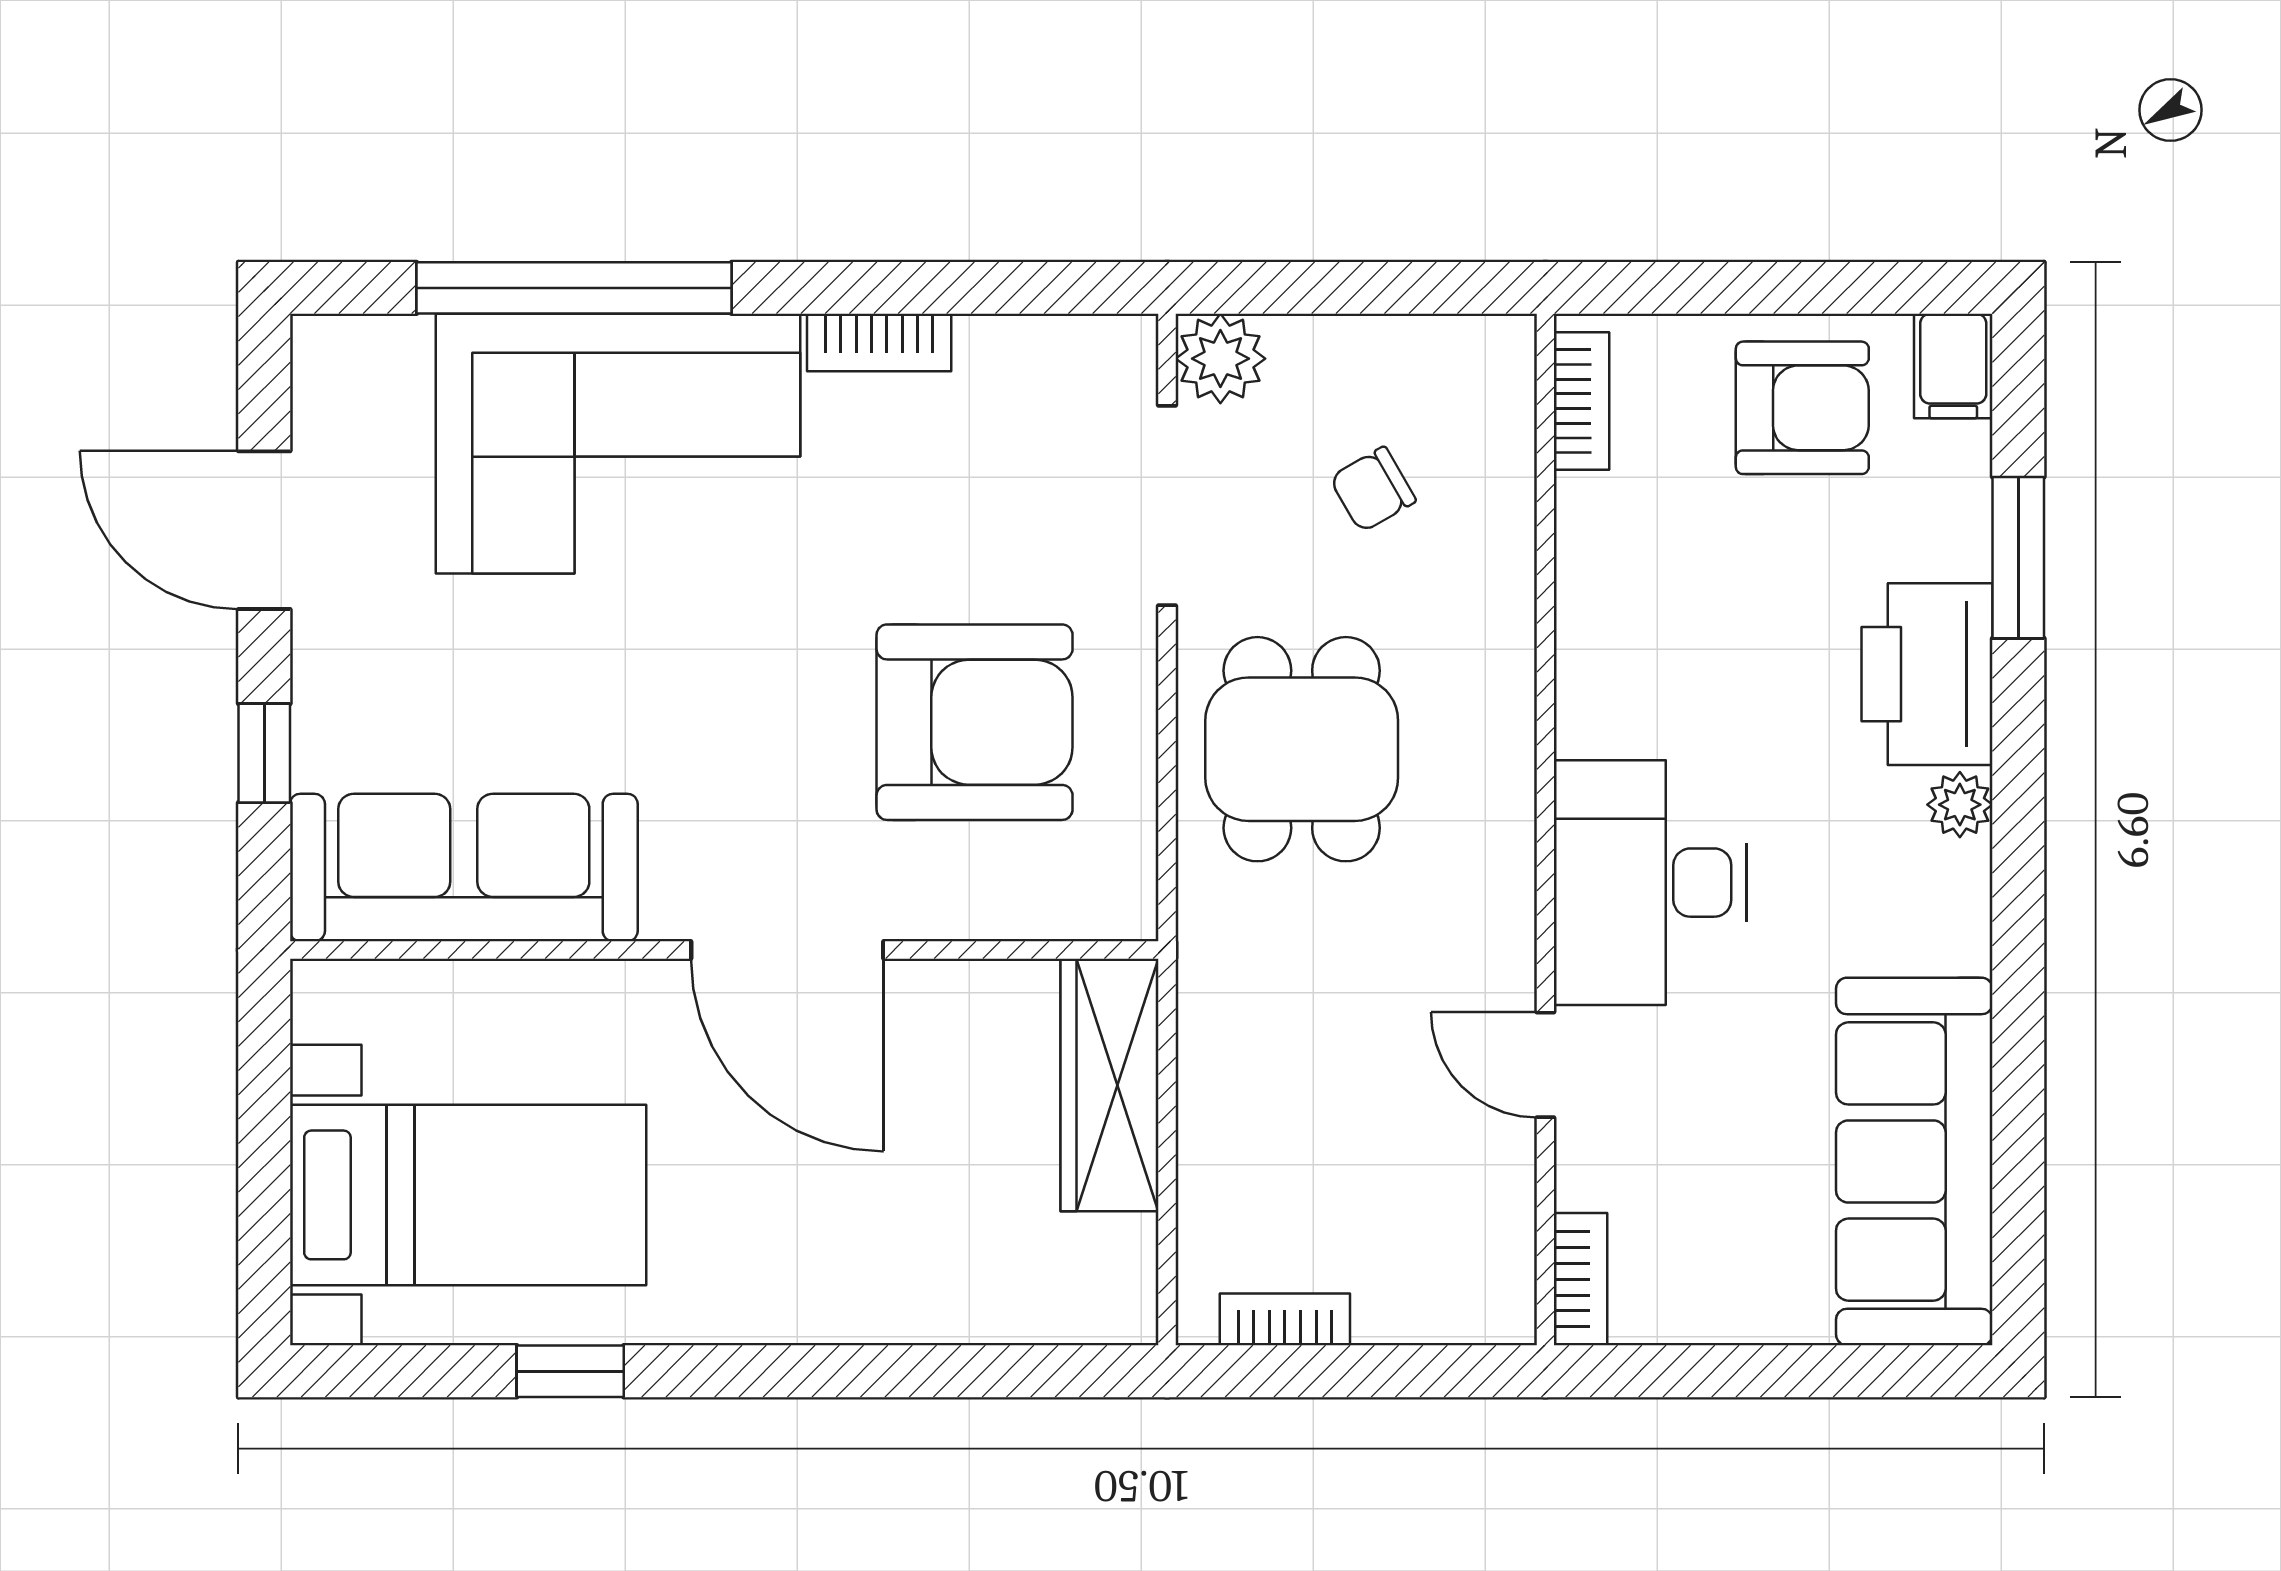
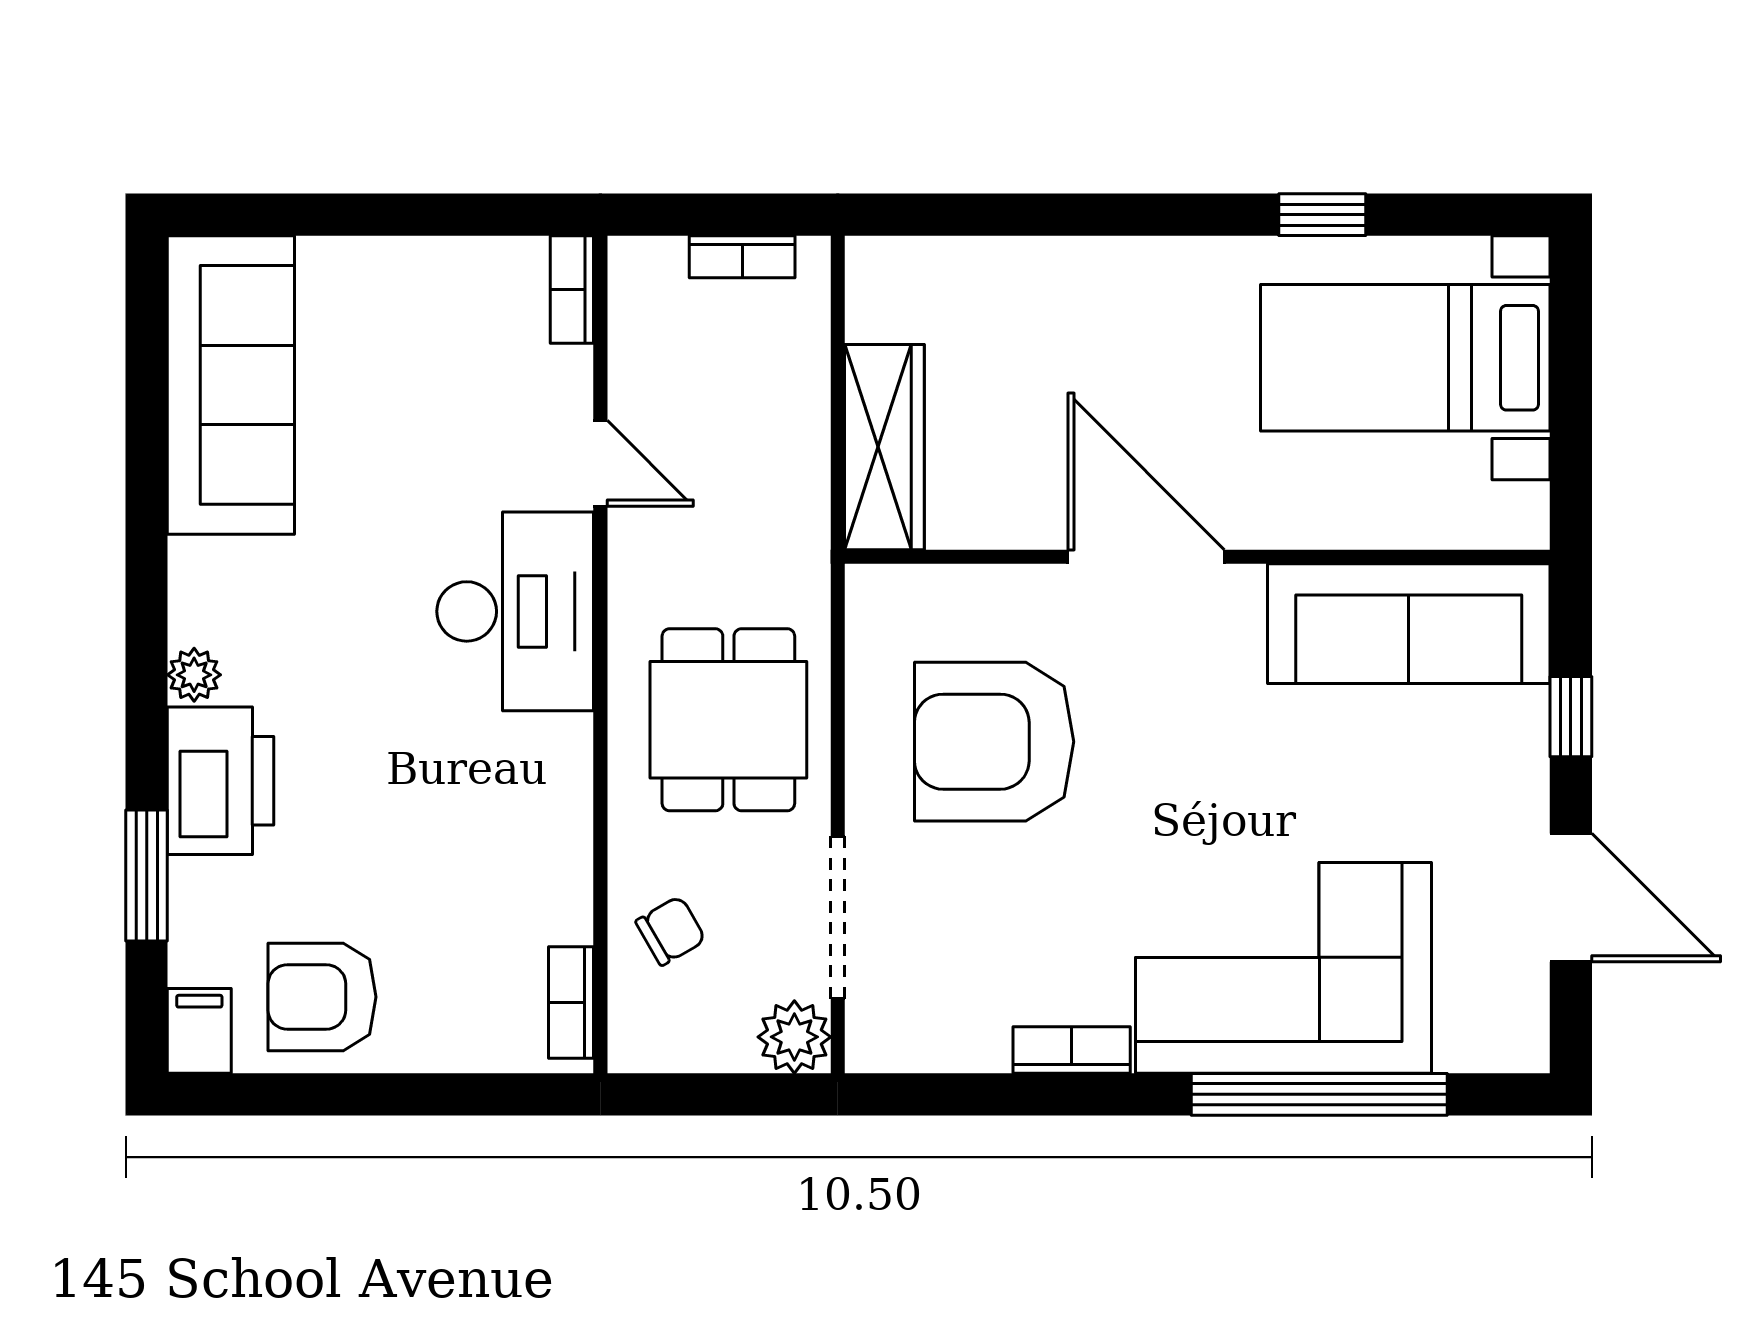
bookcase: (1581, 401) -> (571, 1002), moved
wall: (1545, 830) -> (600, 654), moved
desk: (1650, 883) -> (515, 611), moved
door: (1545, 1065) -> (600, 463), moved
bookcase: (1580, 1279) -> (572, 289), moved

